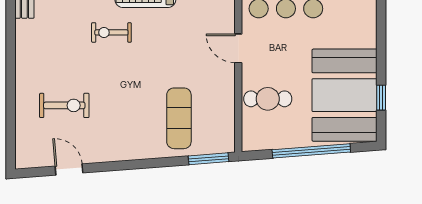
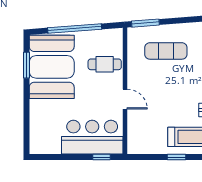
window: (381, 98) -> (26, 65), width x1.50
exercise mat: (179, 118) -> (166, 51), turned 90

